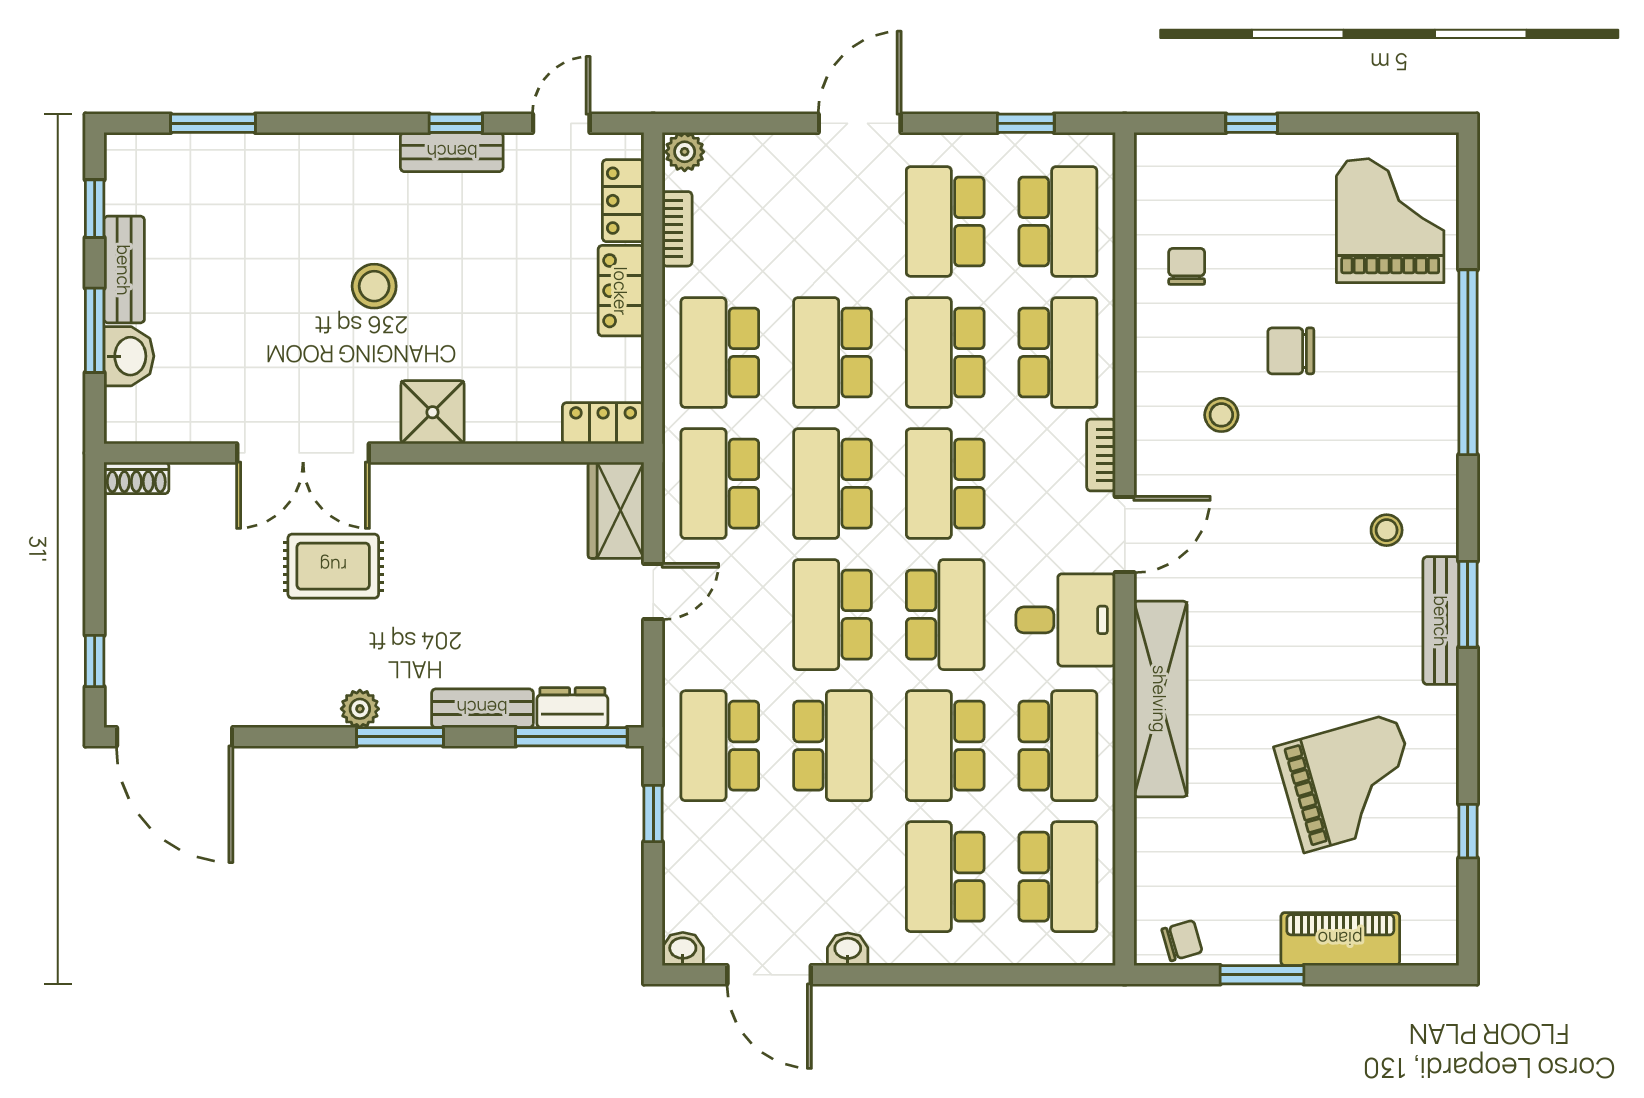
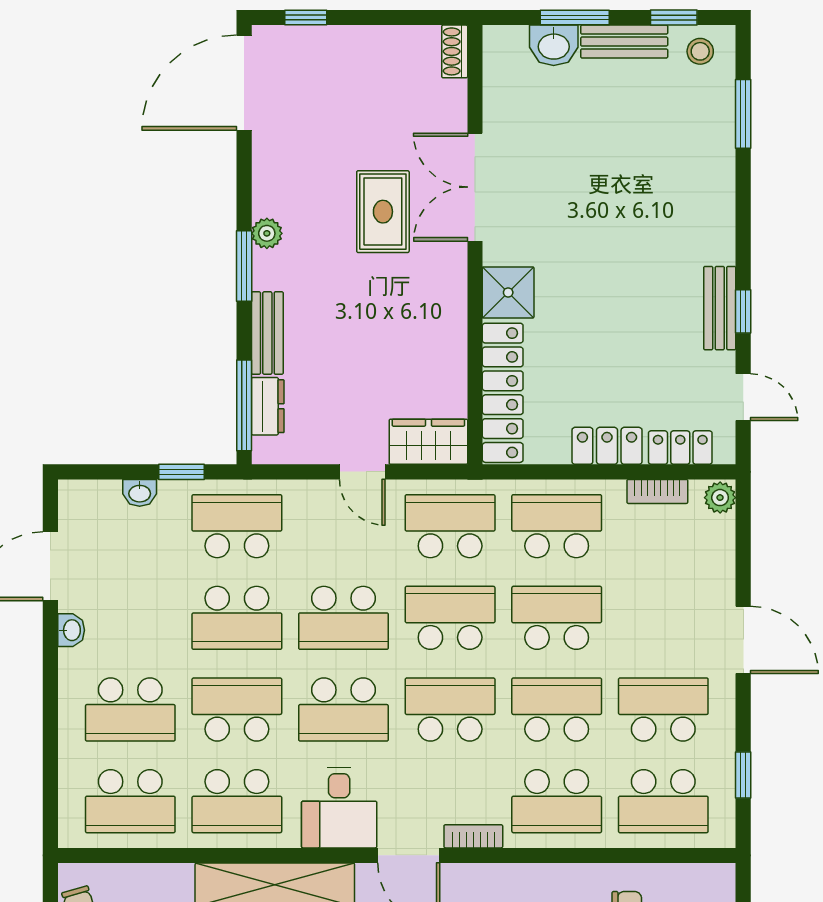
stool: (374, 286) -> (700, 51), moved, width x0.73, depth x0.73
locker: (603, 423) -> (503, 393), width x2.16, depth x1.21
school desk: (833, 615) -> (343, 618), turned 180
school desk: (945, 877) -> (130, 710), turned 180
washbasin: (683, 949) -> (140, 493), moved, turned 90

